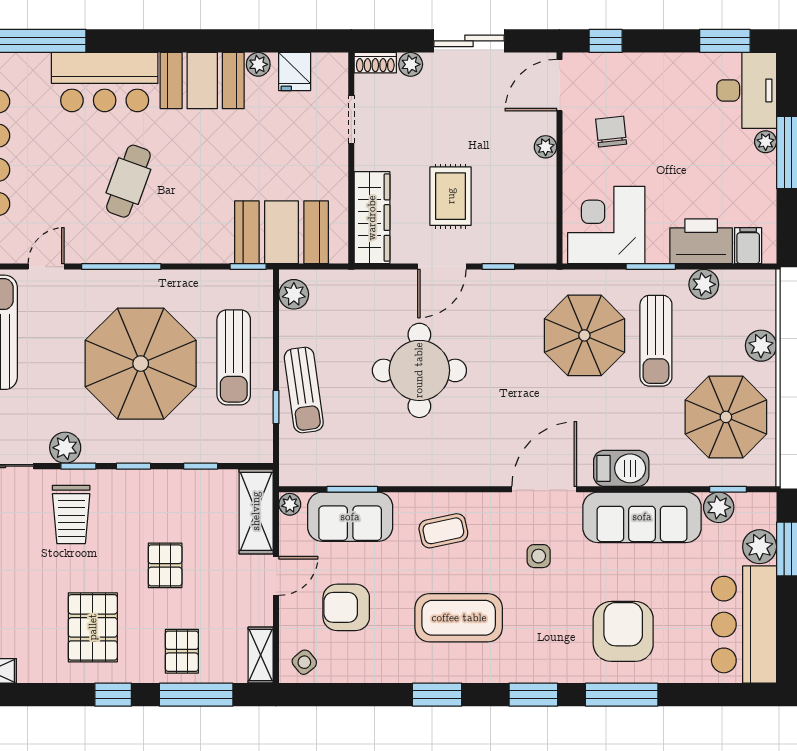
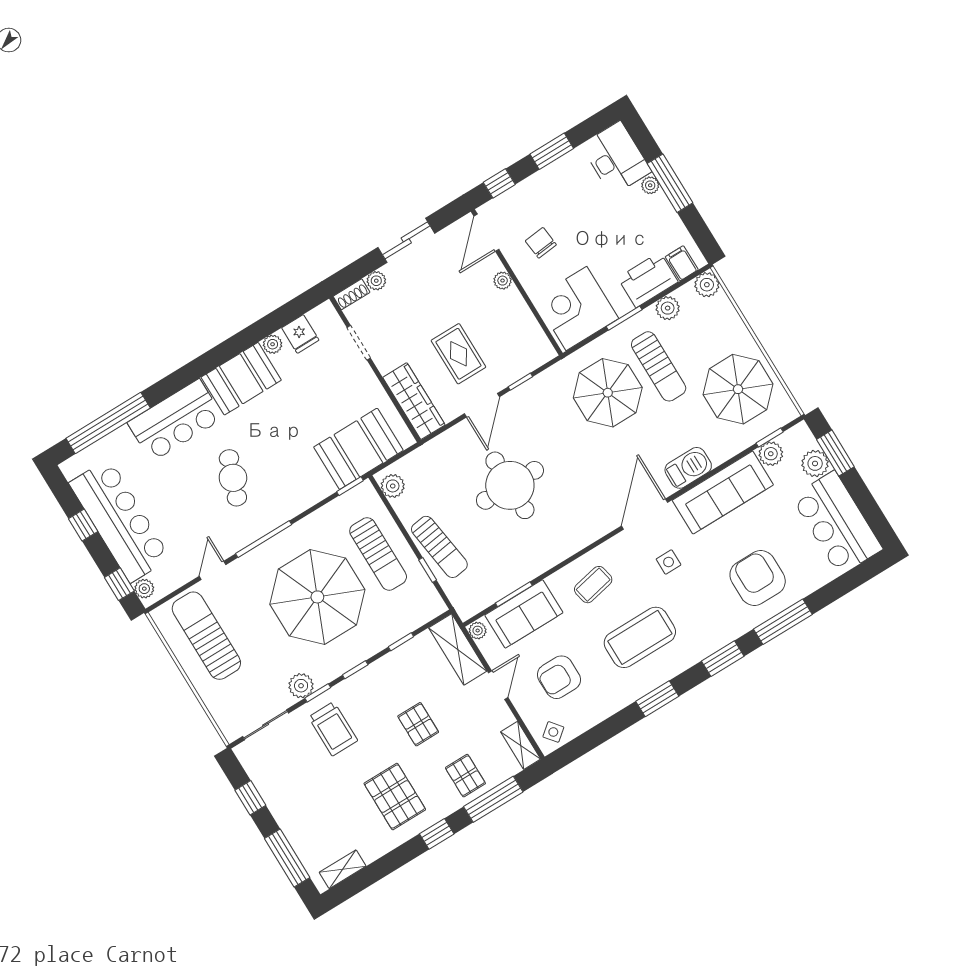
window: (725, 41) -> (552, 151), moved
plant: (761, 346) -> (707, 285), moved

